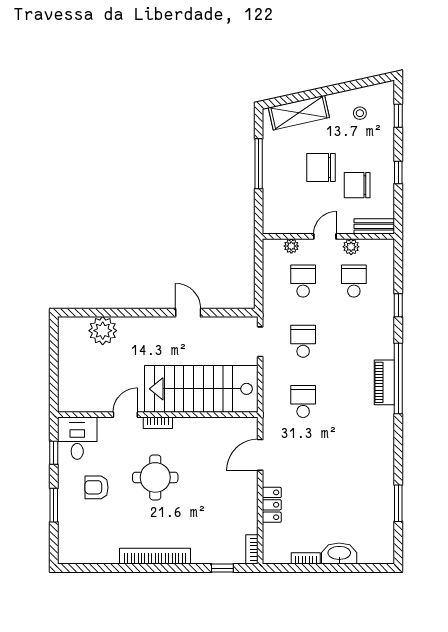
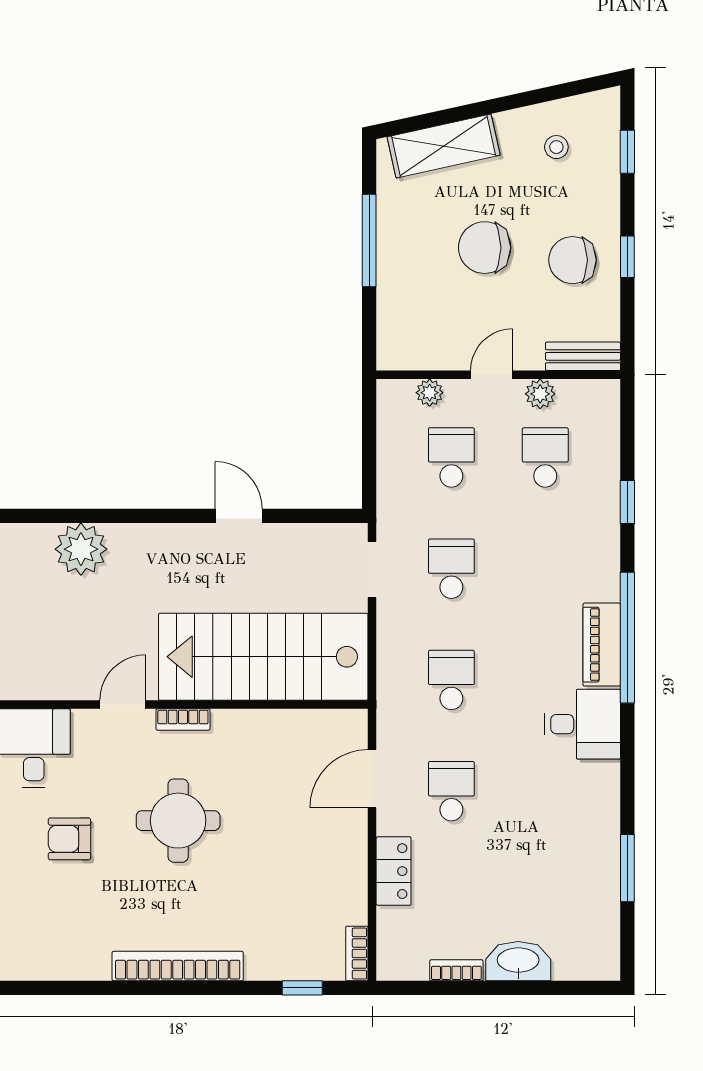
chair: (357, 185) -> (572, 260), moved
desk: (374, 425) -> (583, 724), added
school desk: (303, 462) -> (451, 791), added

